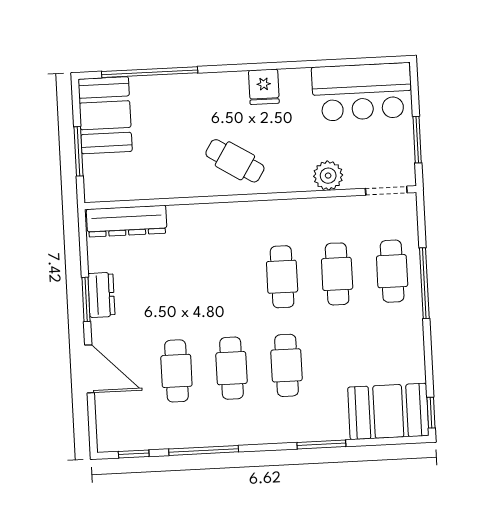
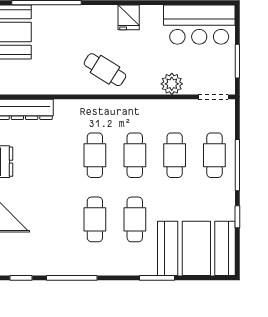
cafe table: (176, 371) -> (95, 155), moved
booth: (388, 411) -> (196, 248), width x1.36, depth x1.42
window: (431, 413) -> (237, 217), moved

